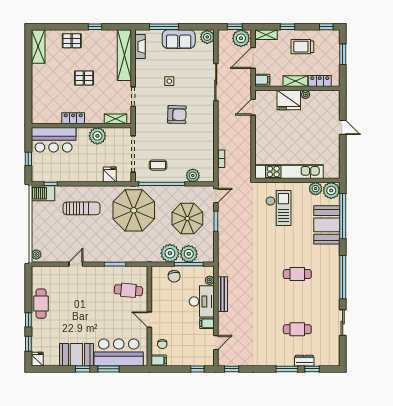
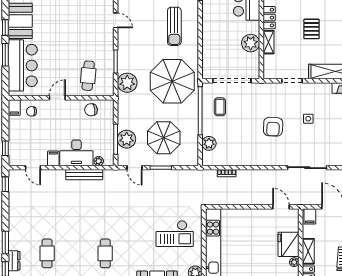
shelving: (116, 119) -> (268, 42), moved
fridge: (110, 175) -> (210, 56), removed
door: (216, 196) -> (134, 168), moved
plant: (170, 253) -> (127, 83), moved
chair: (174, 276) -> (91, 110), moved

